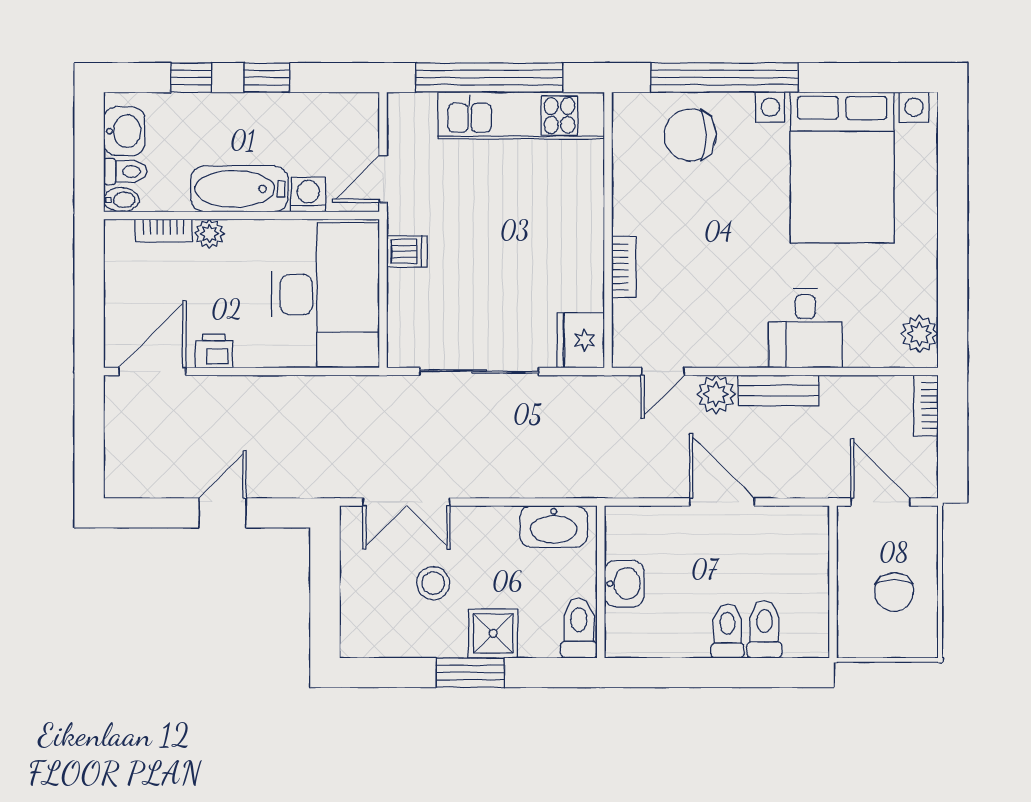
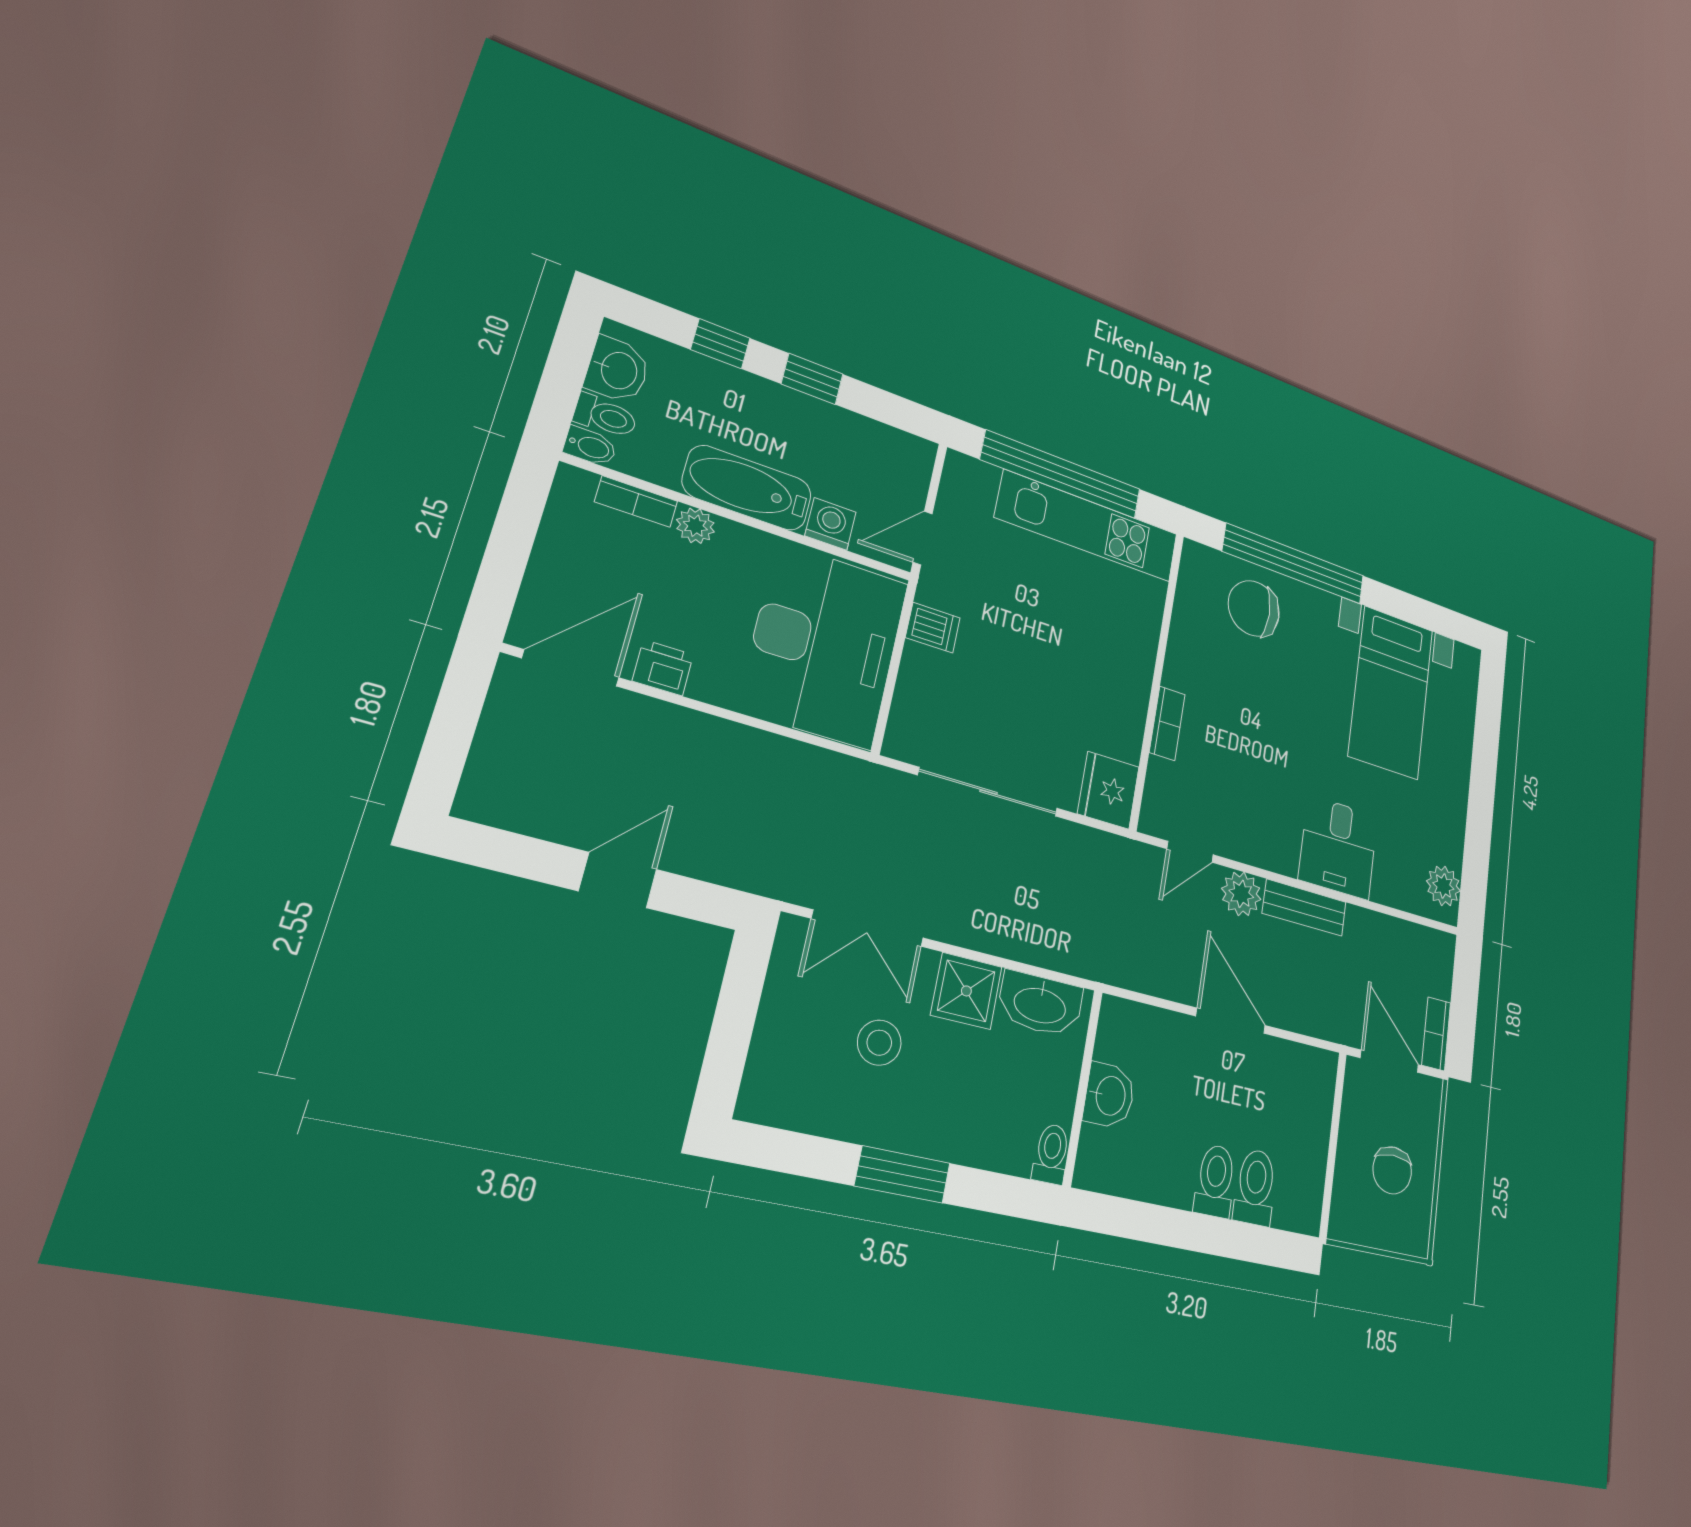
bed with nightstands: (842, 167) -> (1391, 692), width x0.73
bookcase: (926, 405) -> (1436, 1034), moved
toilet: (579, 628) -> (1051, 1154), width x0.73, depth x0.72
shower: (493, 633) -> (966, 991), moved

